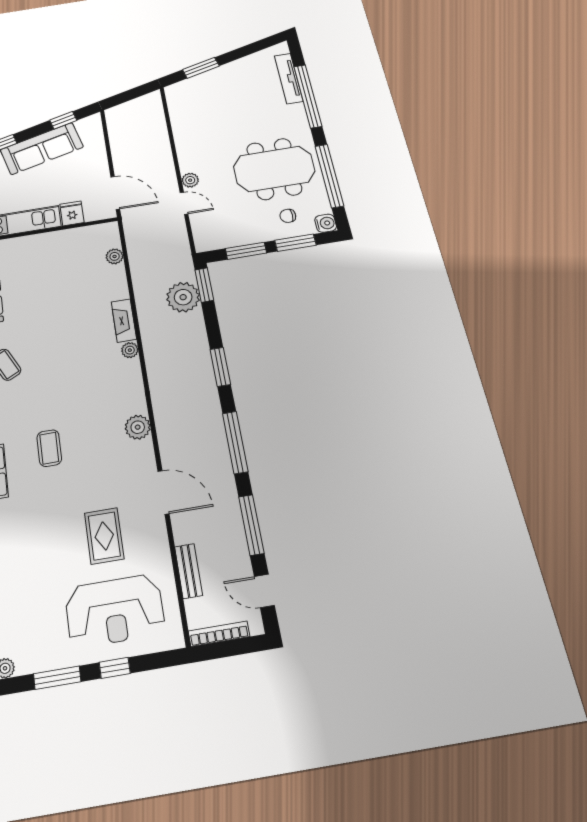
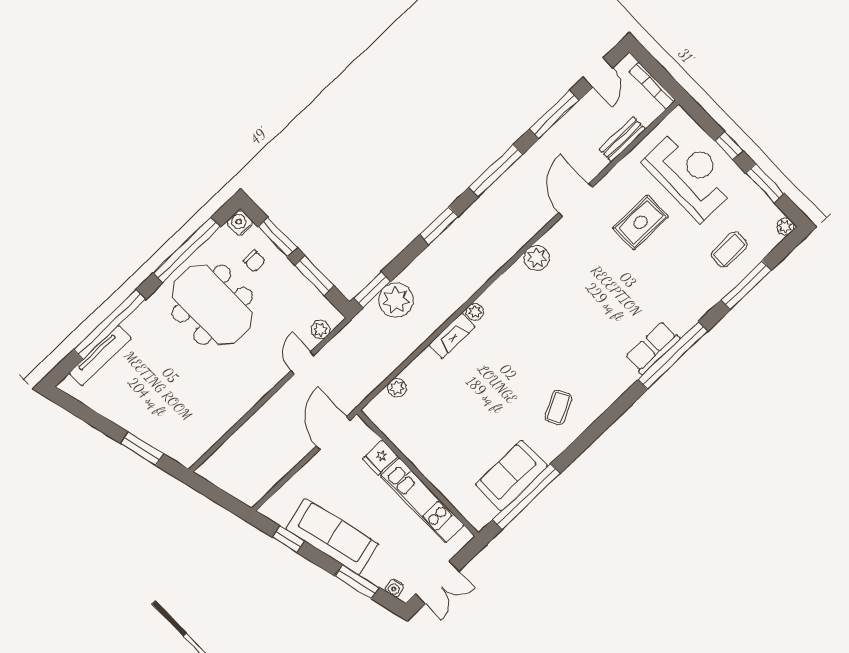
plant: (190, 180) -> (321, 330), moved
coffee table: (49, 448) -> (729, 250), moved

